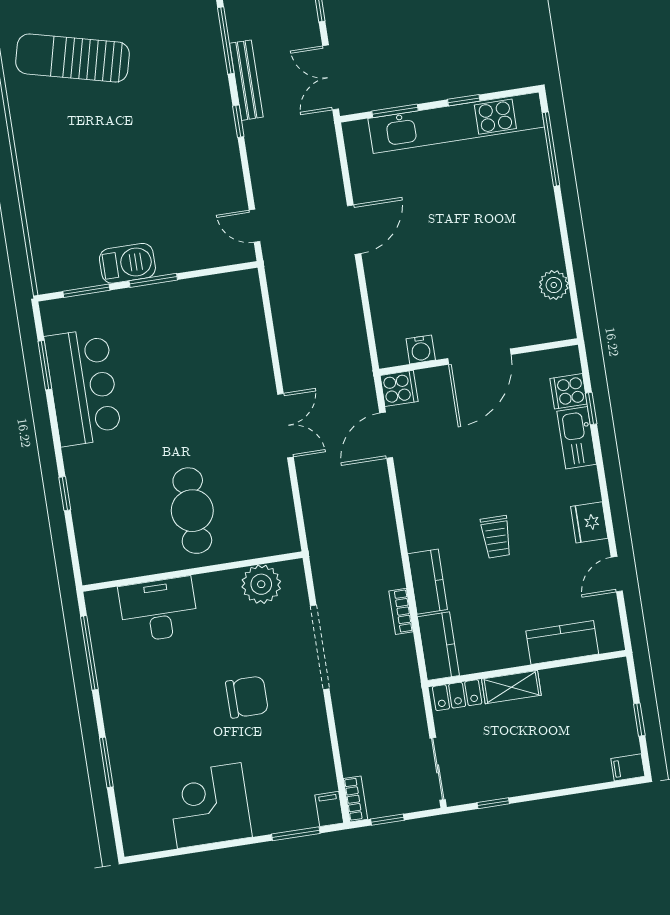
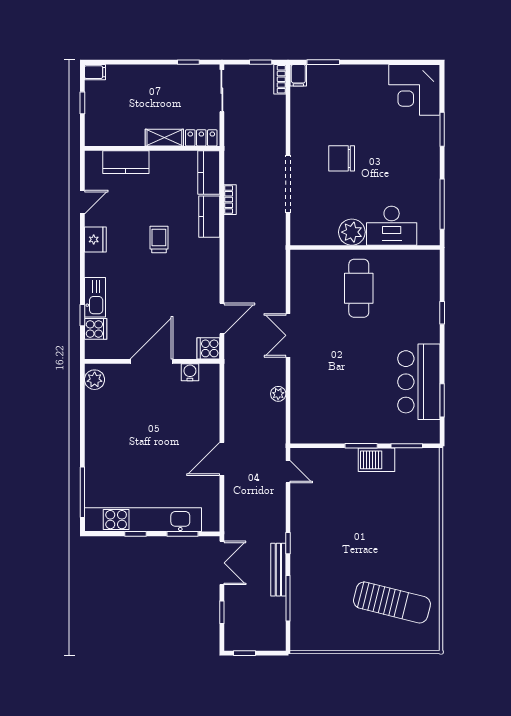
plant: (554, 285) -> (95, 380), moved
plant: (286, 338) -> (278, 394), added
plant: (261, 584) -> (352, 232), moved
corner desk: (209, 806) -> (414, 90), moved, turned 90

